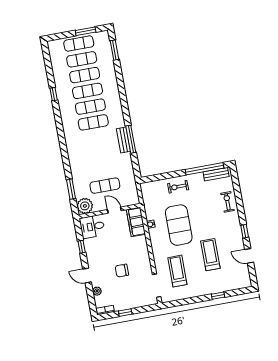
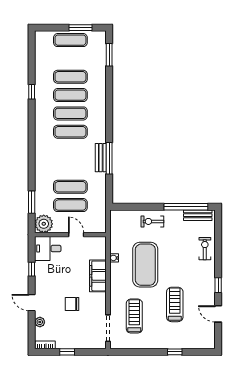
exercise mat: (82, 59) -> (70, 187), moved
filing cabinet: (136, 222) -> (98, 276), moved

